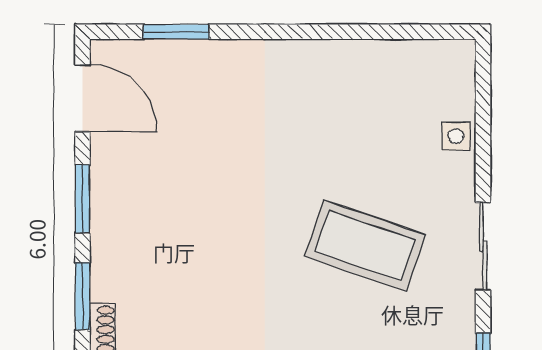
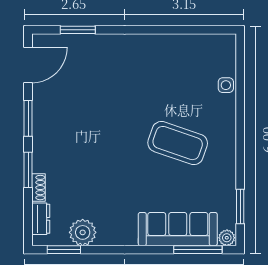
door: (83, 98) -> (28, 65), hinge flipped
sliding door: (483, 246) -> (240, 143), removed

